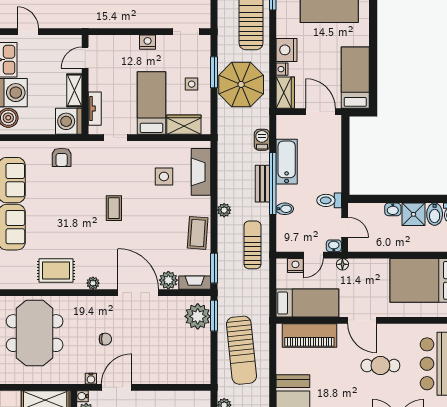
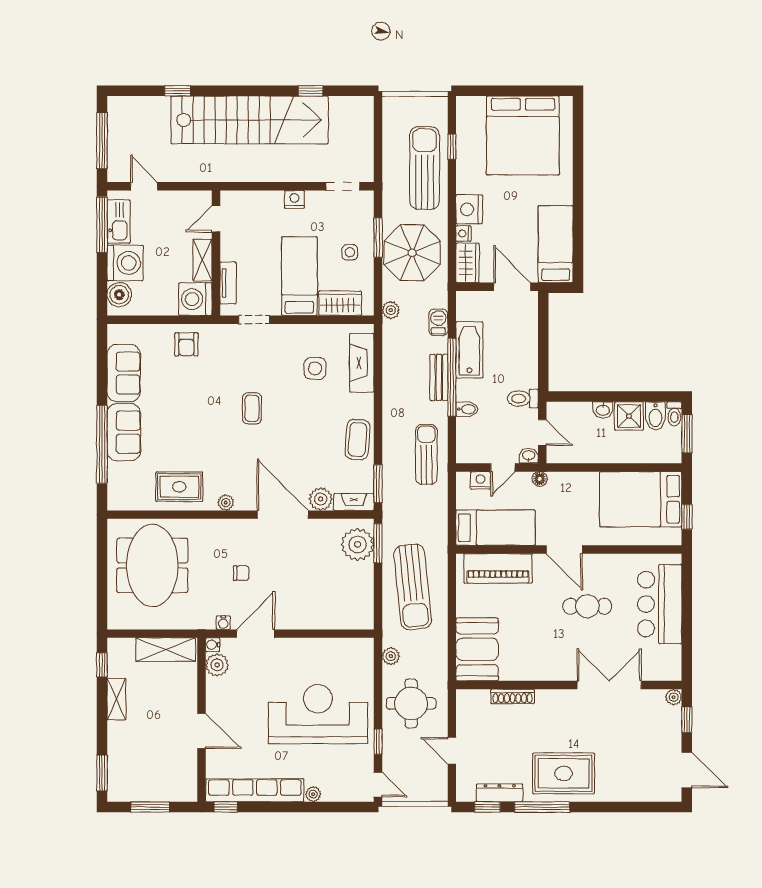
plant: (224, 210) -> (391, 310), moved

